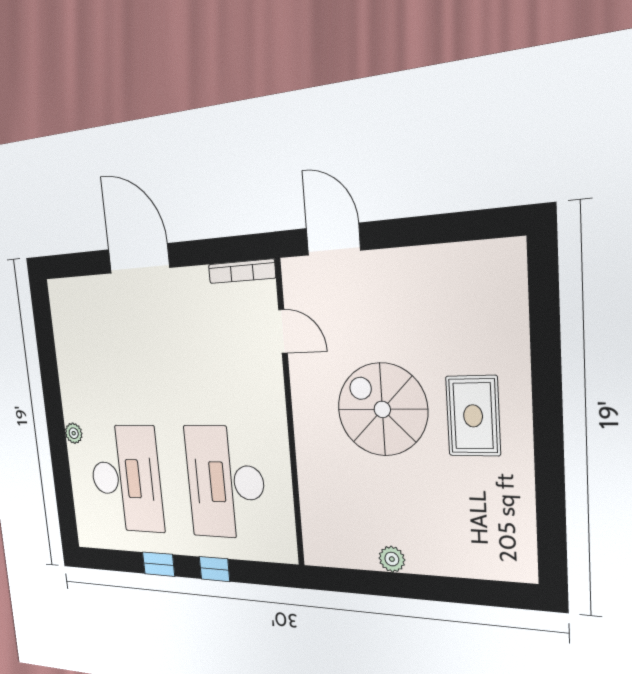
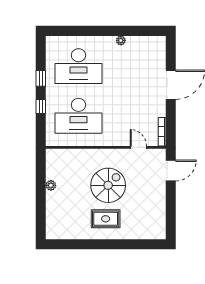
door: (283, 331) -> (138, 147), swing flipped
plant: (74, 433) -> (121, 40), moved
desk: (225, 482) -> (78, 116), turned 180

